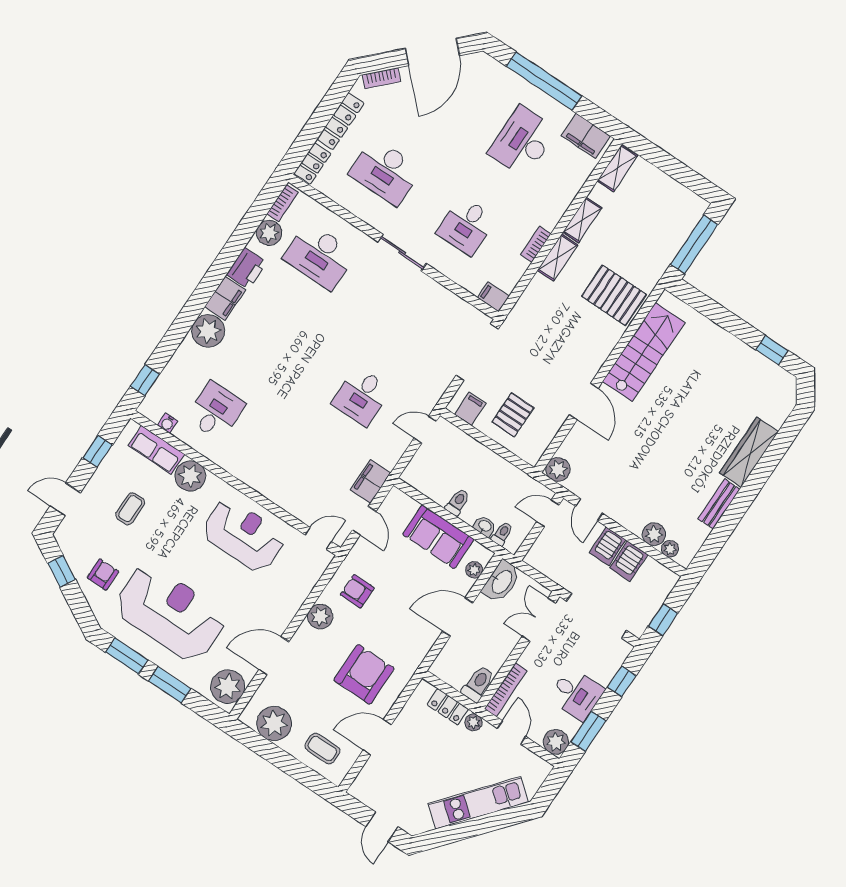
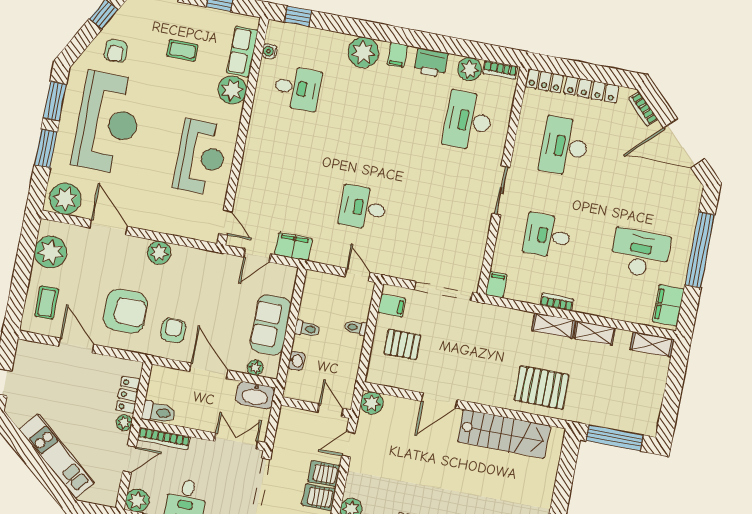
pallet: (614, 295) -> (542, 388), turned 90
filing cabinet: (225, 298) -> (397, 55), width x0.50
toilet: (502, 534) -> (356, 328), moved, turned 180
armchair: (103, 574) -> (116, 51), turned 90
armchair: (357, 591) -> (173, 330), moved

